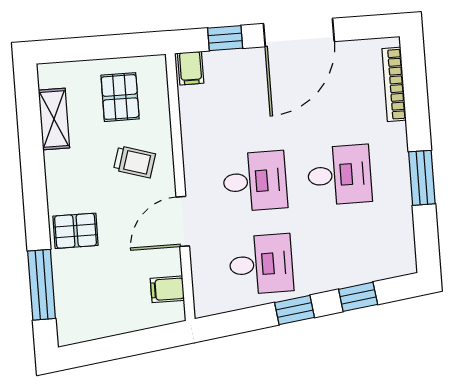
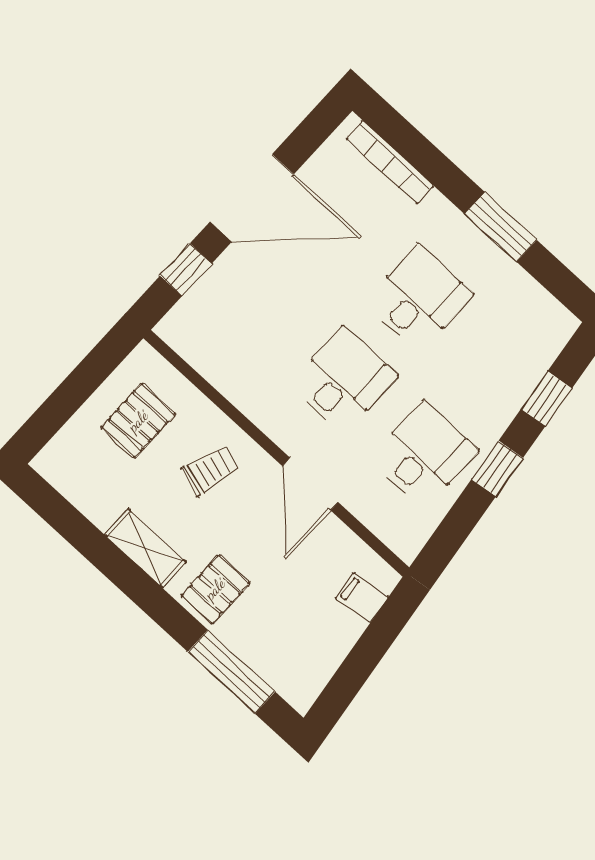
door: (299, 33) -> (252, 198), hinge flipped
filing cabinet: (191, 68) -> (180, 330), removed
pallet: (120, 97) -> (138, 421), turned 90
shelving: (54, 119) -> (145, 548), moved
filing cabinet: (167, 289) -> (362, 598), moved, turned 83

